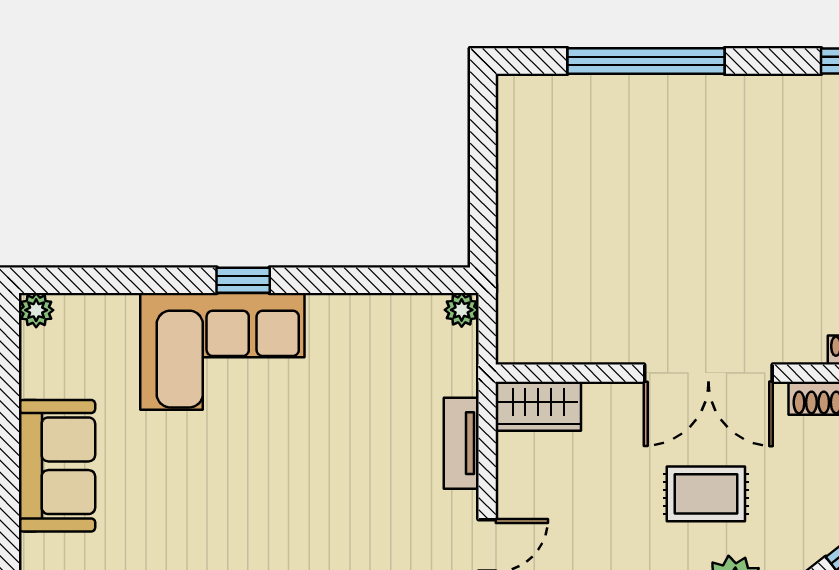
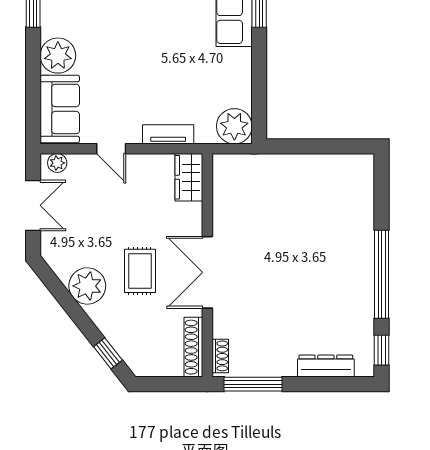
window: (646, 61) -> (382, 274), moved
plant: (462, 310) -> (234, 126), width x1.87, depth x1.87

